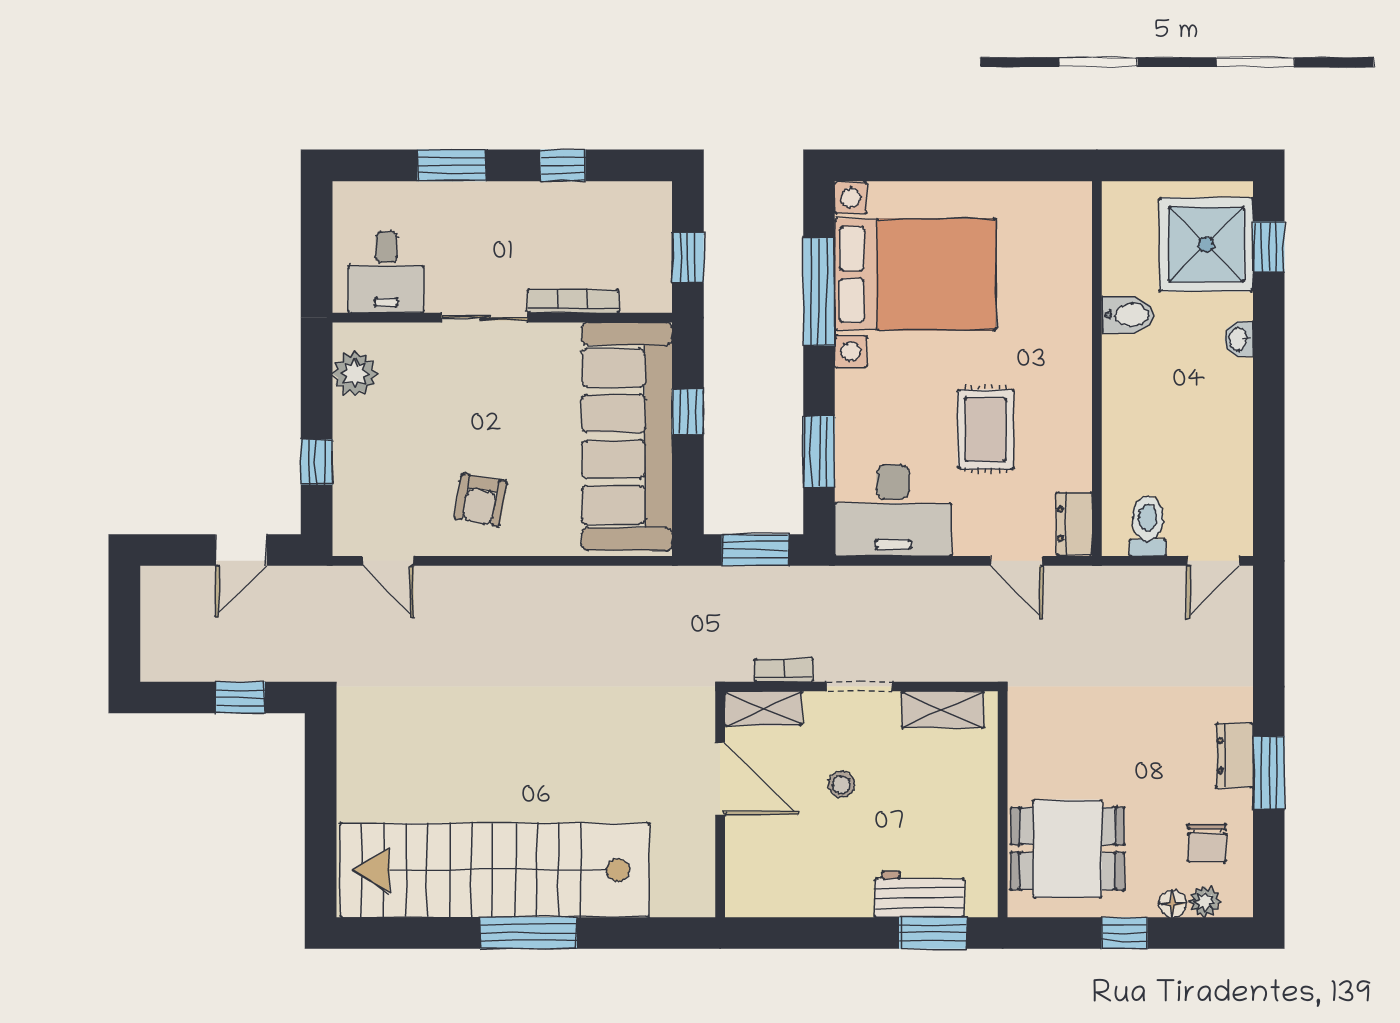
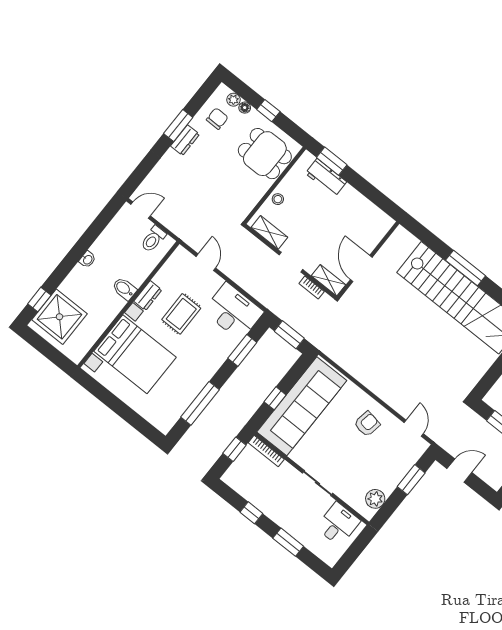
bed with nightstands: (915, 274) -> (135, 354), moved, turned 180
bookcase: (573, 301) -> (266, 451), moved
bidet: (1128, 315) -> (124, 289), moved
washbasin: (1239, 339) -> (87, 260), moved
window: (317, 462) -> (411, 480), width x1.50
dresser: (1074, 524) -> (148, 296), moved
stool: (841, 784) -> (278, 199), moved

